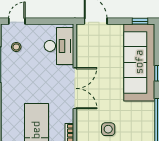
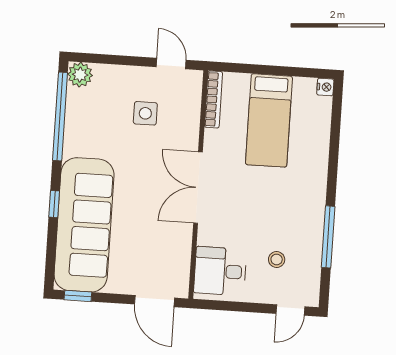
desk: (59, 46) -> (220, 271), width x0.73
stool: (16, 47) -> (277, 260), moved

